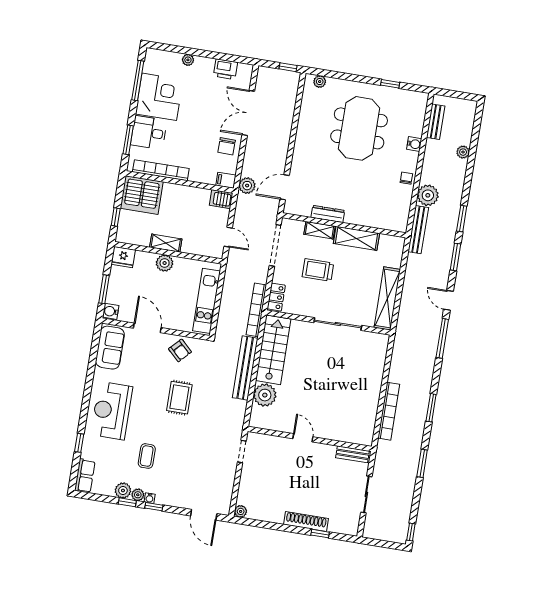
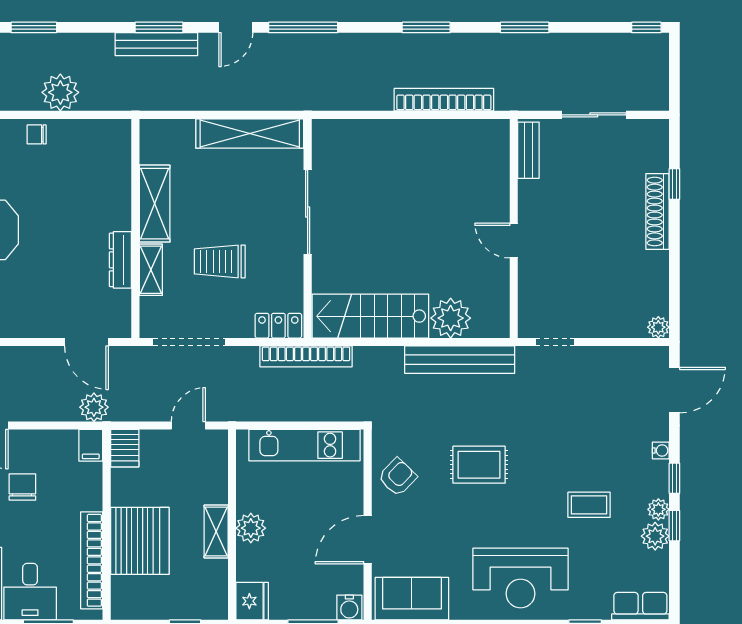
chair: (227, 146) -> (22, 487), moved, turned -91
server rack: (142, 195) -> (140, 541), moved
window: (462, 219) -> (34, 27), moved
bench: (418, 230) -> (156, 44), moved
trolley: (318, 270) -> (220, 261), turned 90
bench: (245, 368) -> (460, 360), moved
door: (303, 438) -> (514, 241), hinge flipped
water cooler: (150, 498) -> (661, 450), moved

